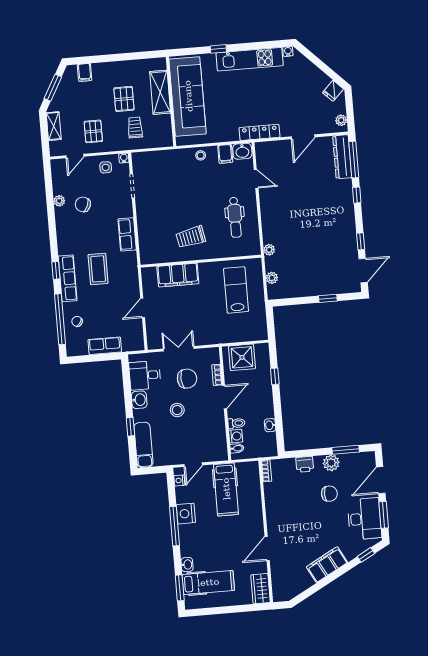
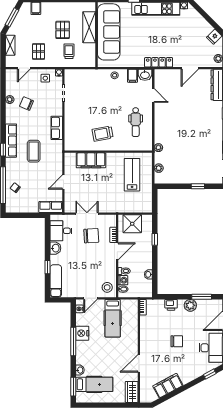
row of seats: (68, 278) -> (11, 141), moved
row of seats: (105, 346) -> (51, 207), moved
stool: (177, 410) -> (107, 287), moved
chair: (329, 494) -> (177, 341), moved
filing cabinet: (327, 565) -> (168, 386), moved

